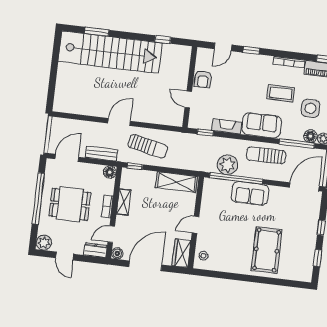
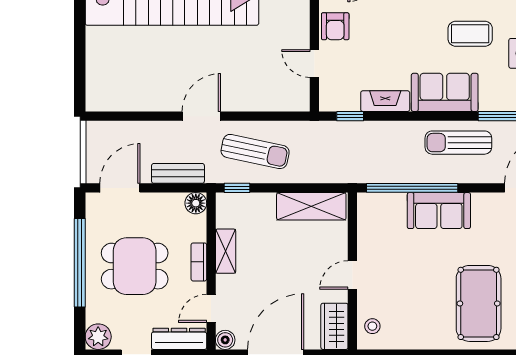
plant: (227, 165) -> (394, 166), removed
dresser: (95, 250) -> (179, 339), width x1.44

